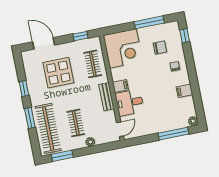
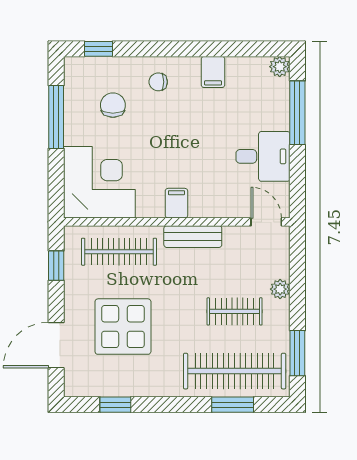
clothes rail: (93, 64) -> (119, 252), width x1.36
window: (24, 89) -> (115, 405), moved
desk: (130, 103) -> (263, 156), moved, turned -90
window: (30, 118) -> (233, 405), moved

